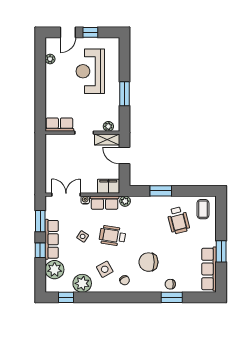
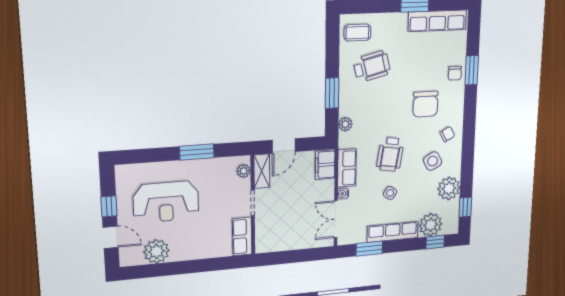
plant: (50, 59) -> (156, 251), width x1.88, depth x1.88
plant: (125, 201) -> (345, 124), moved
window: (40, 250) -> (435, 242), moved

